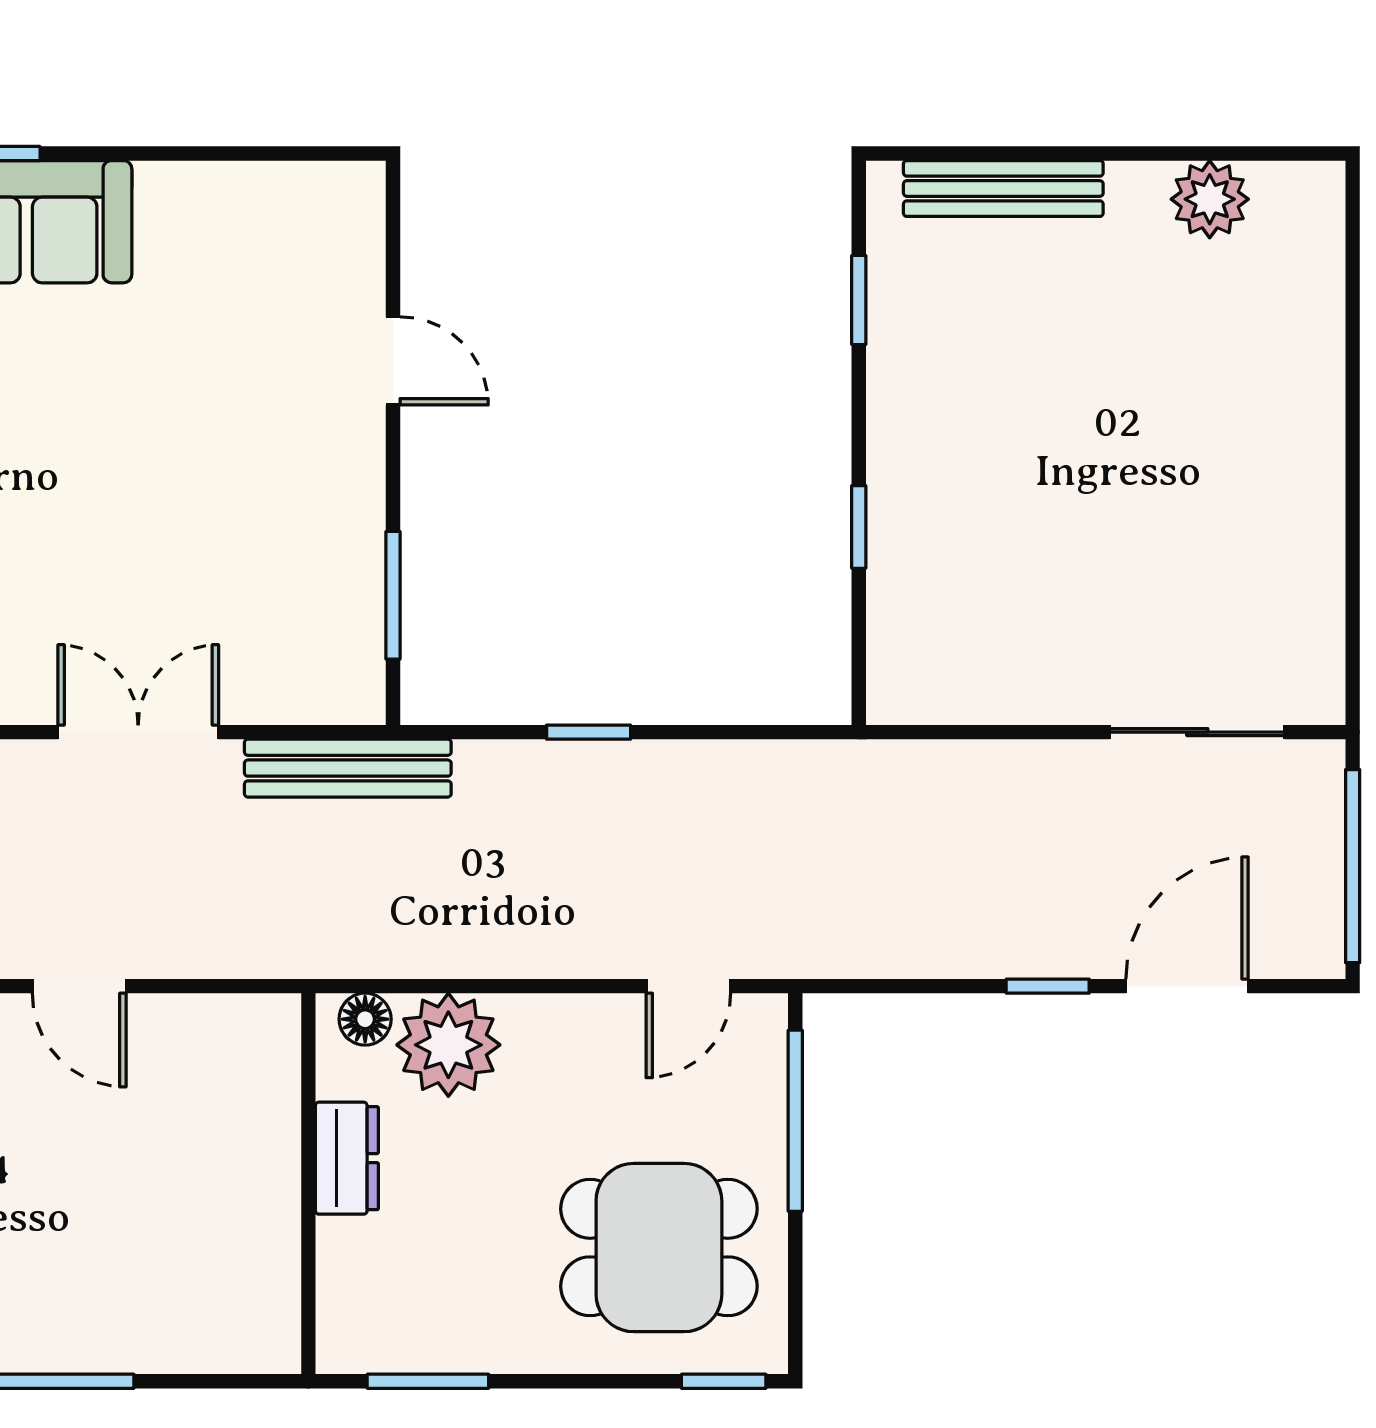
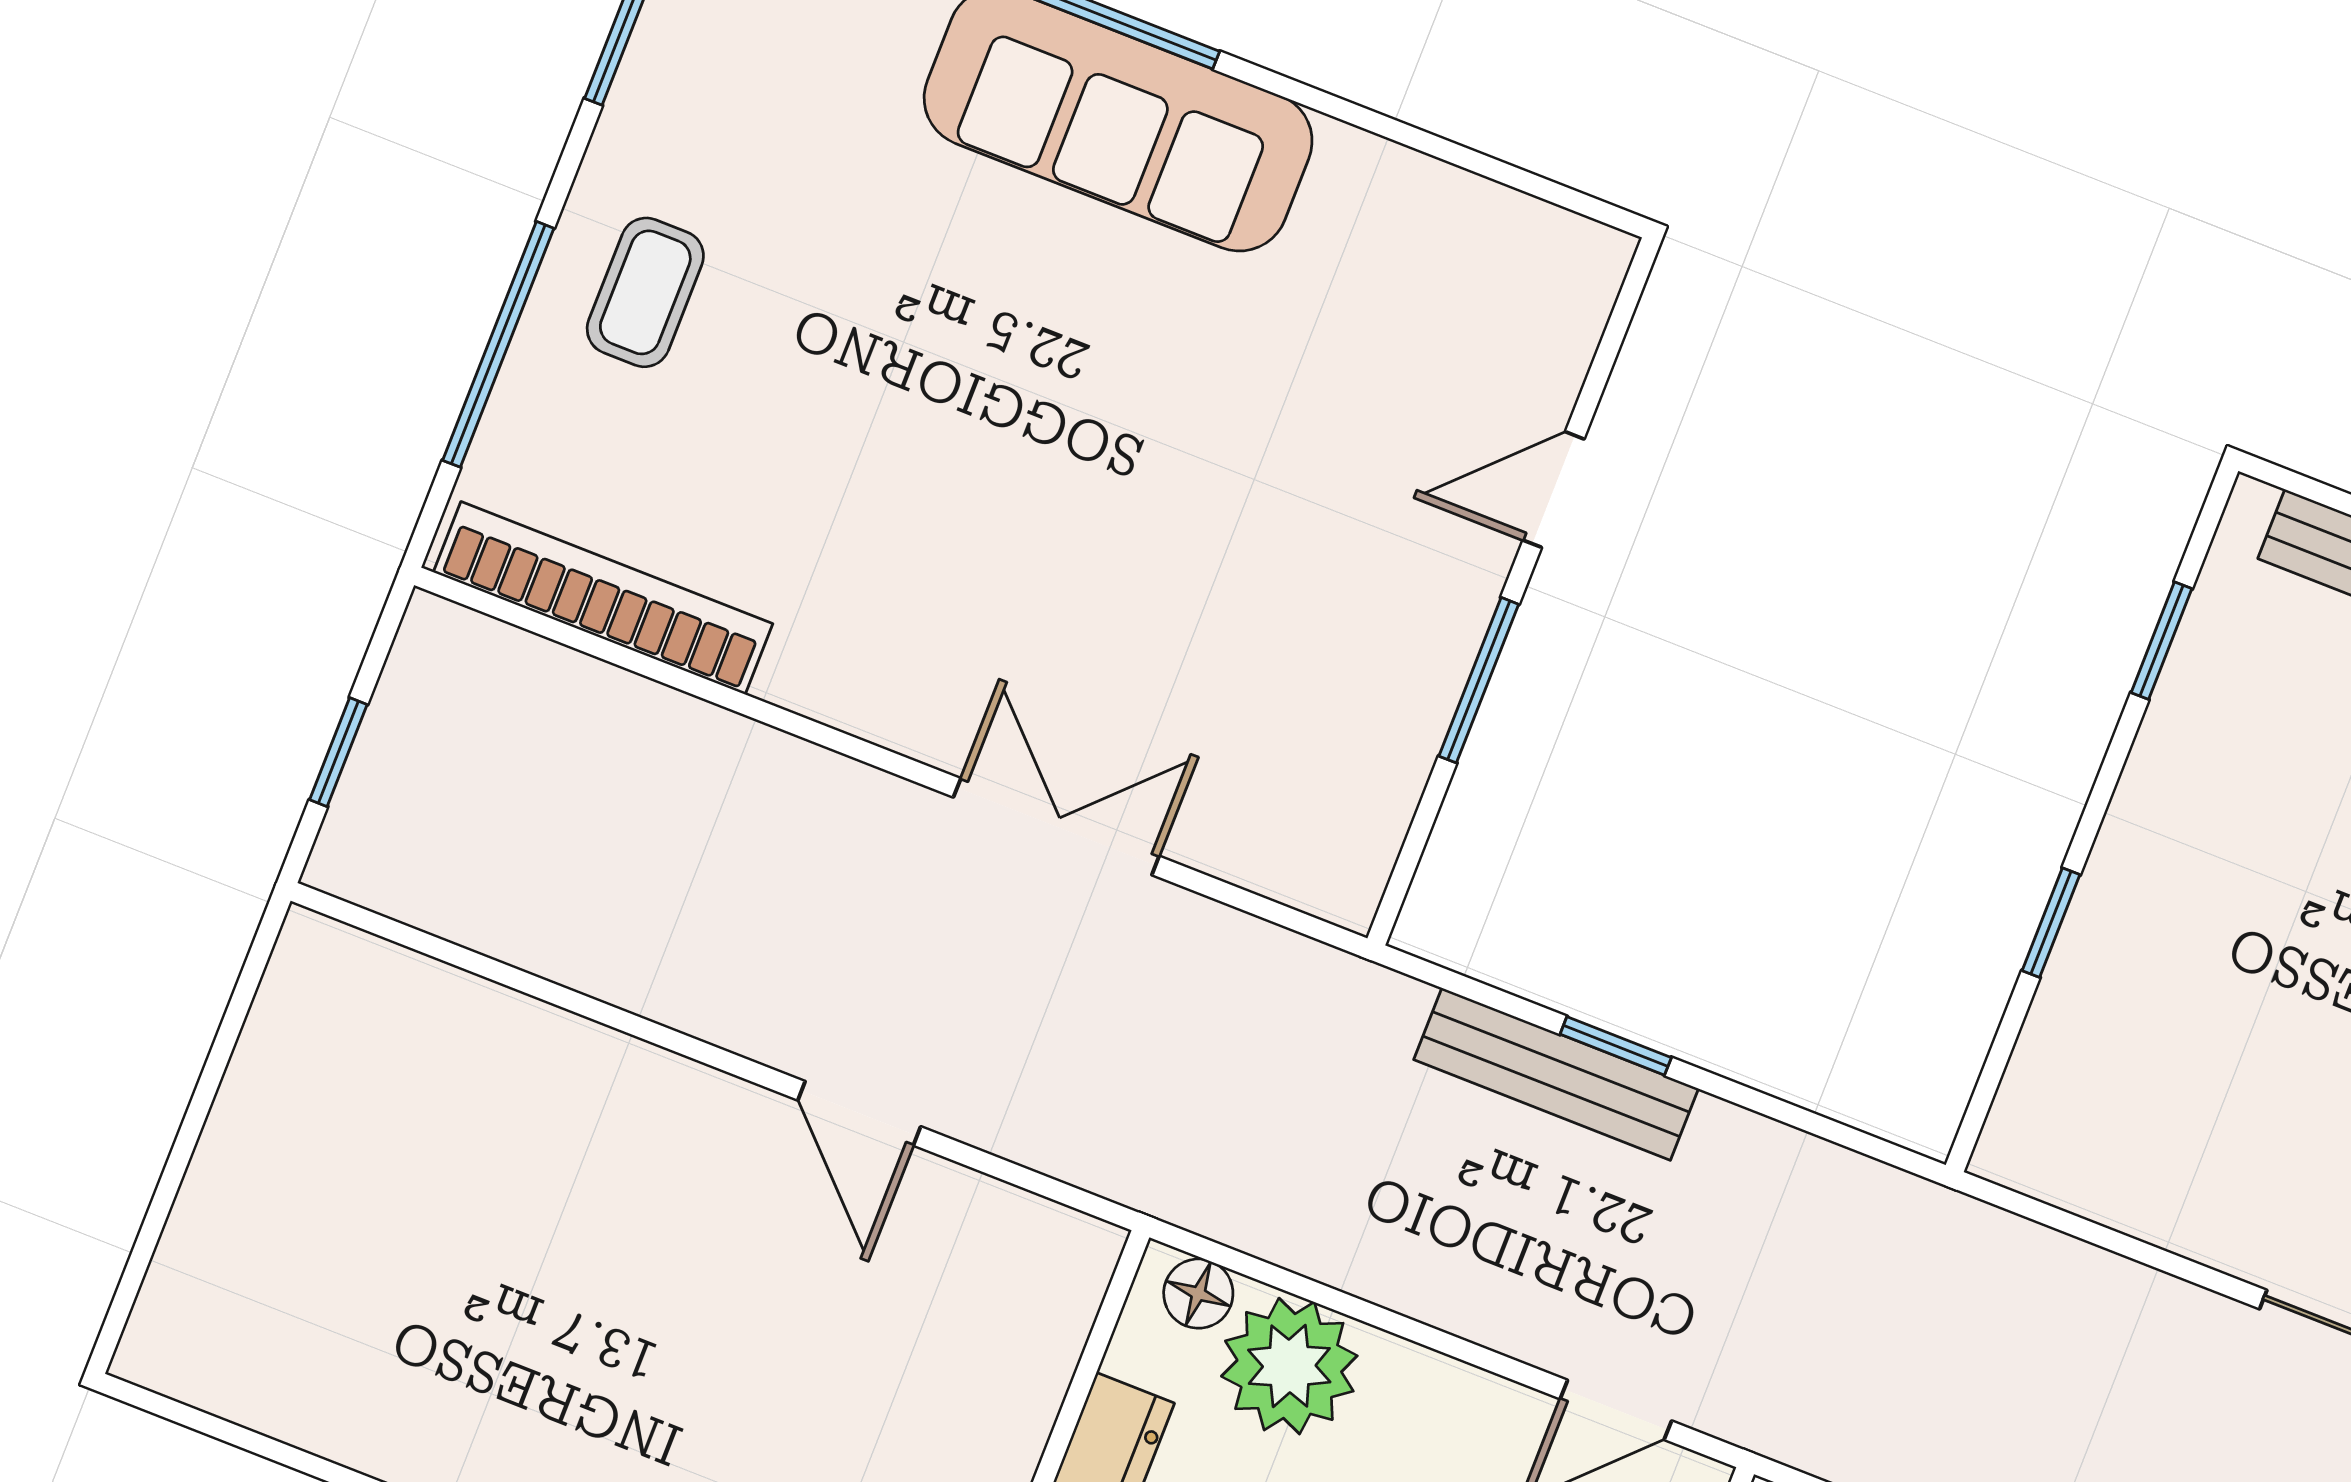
door: (393, 361) -> (1553, 490), swing flipped
window: (393, 595) -> (1479, 680), moved
bench: (348, 768) -> (1556, 1074), moved

